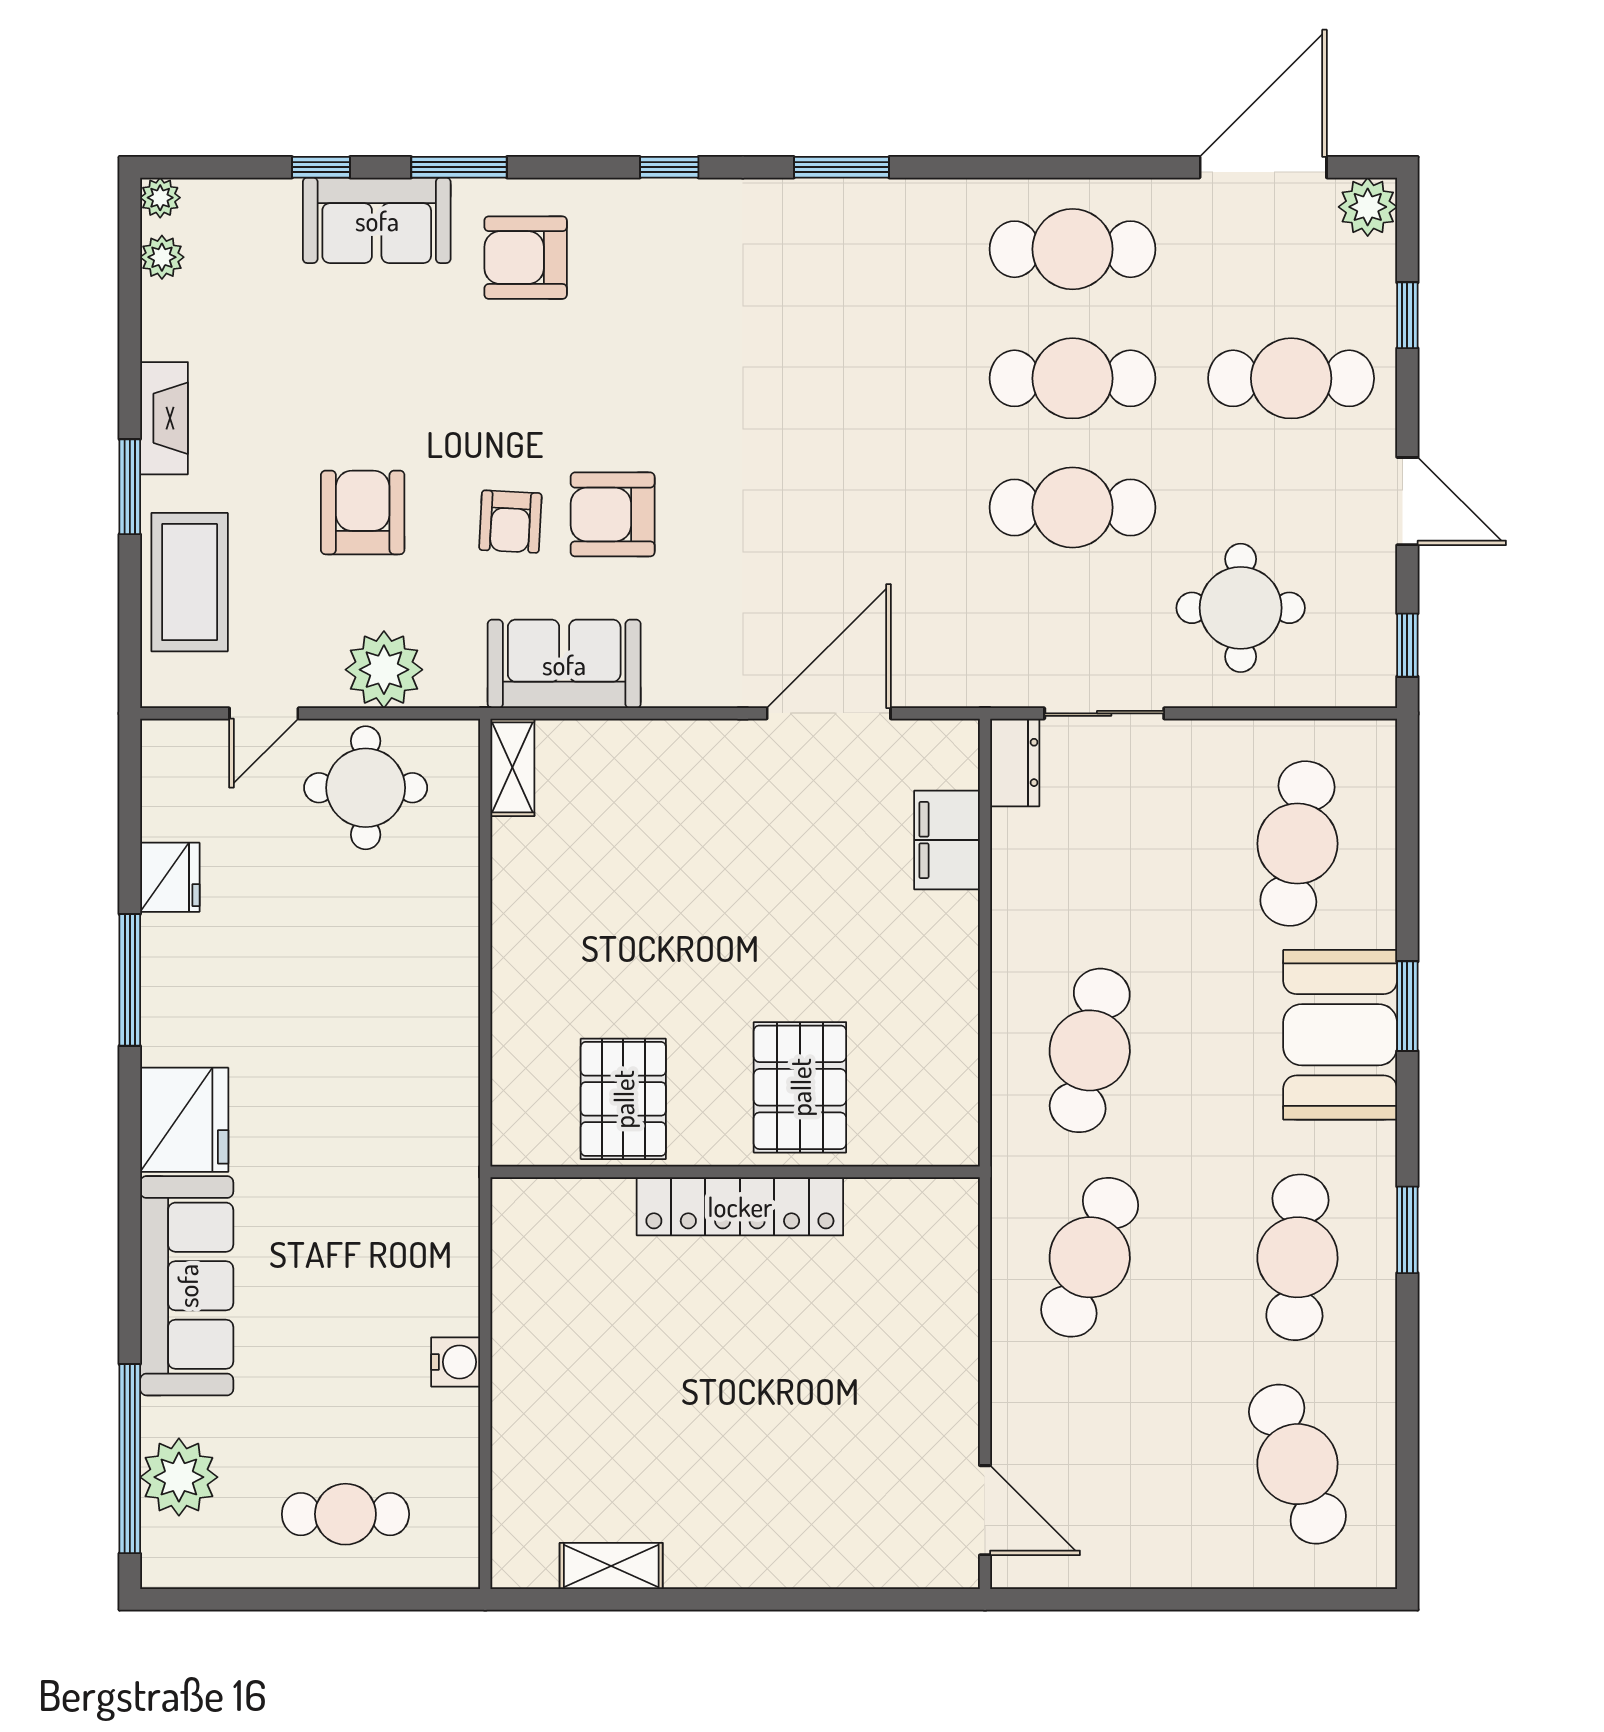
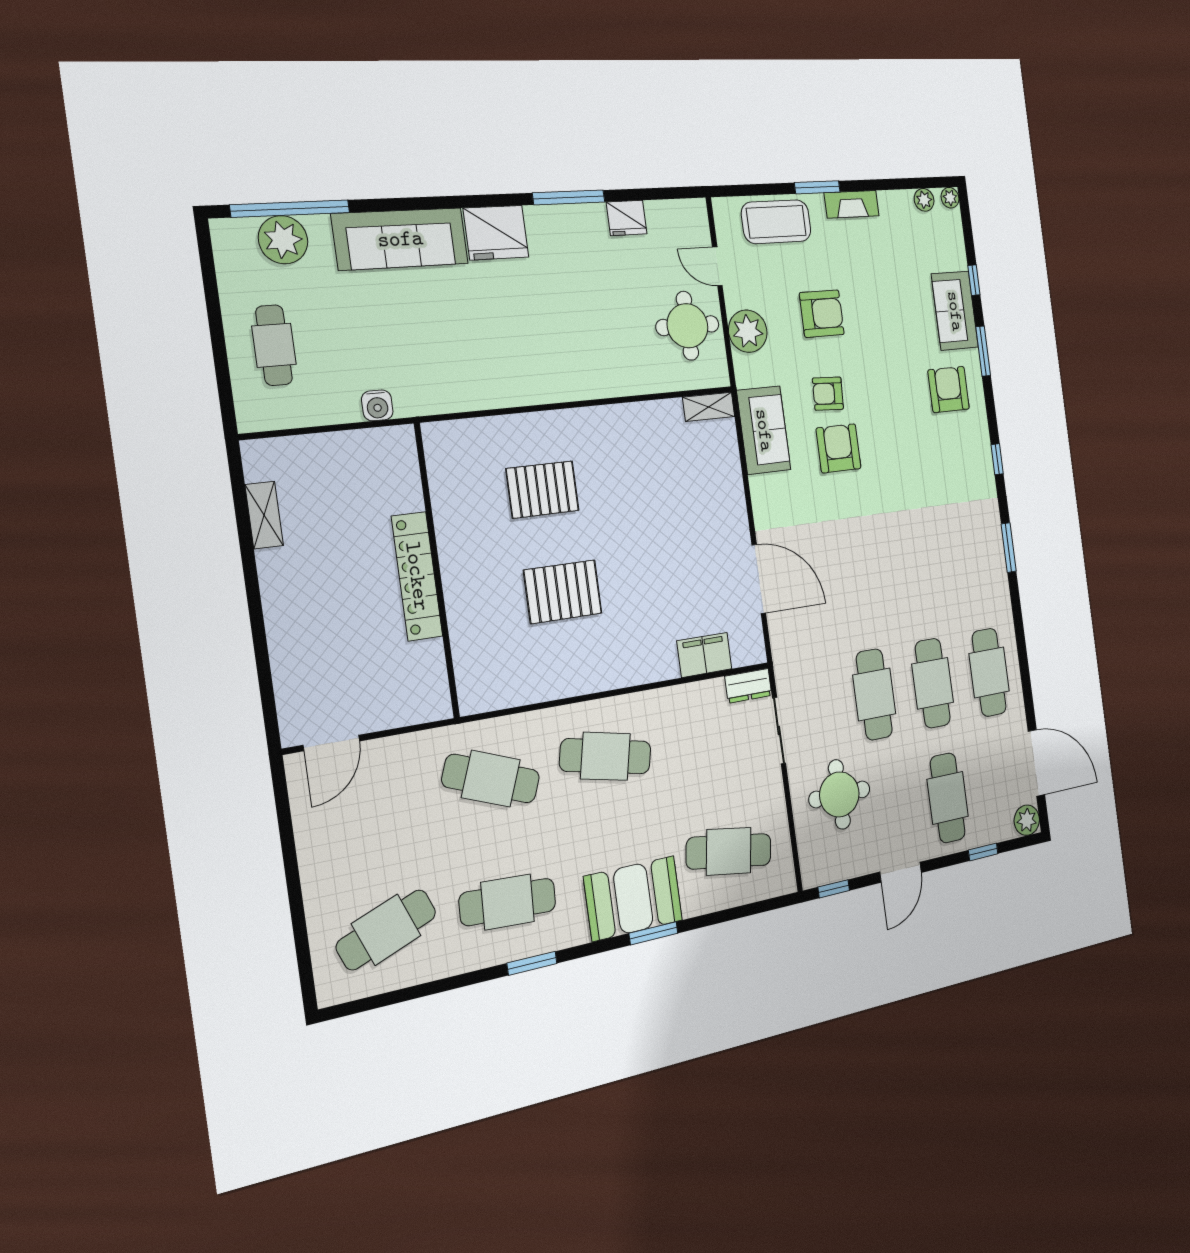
wall: (735, 1172) -> (437, 571), moved
locker: (740, 1206) -> (417, 576), moved

